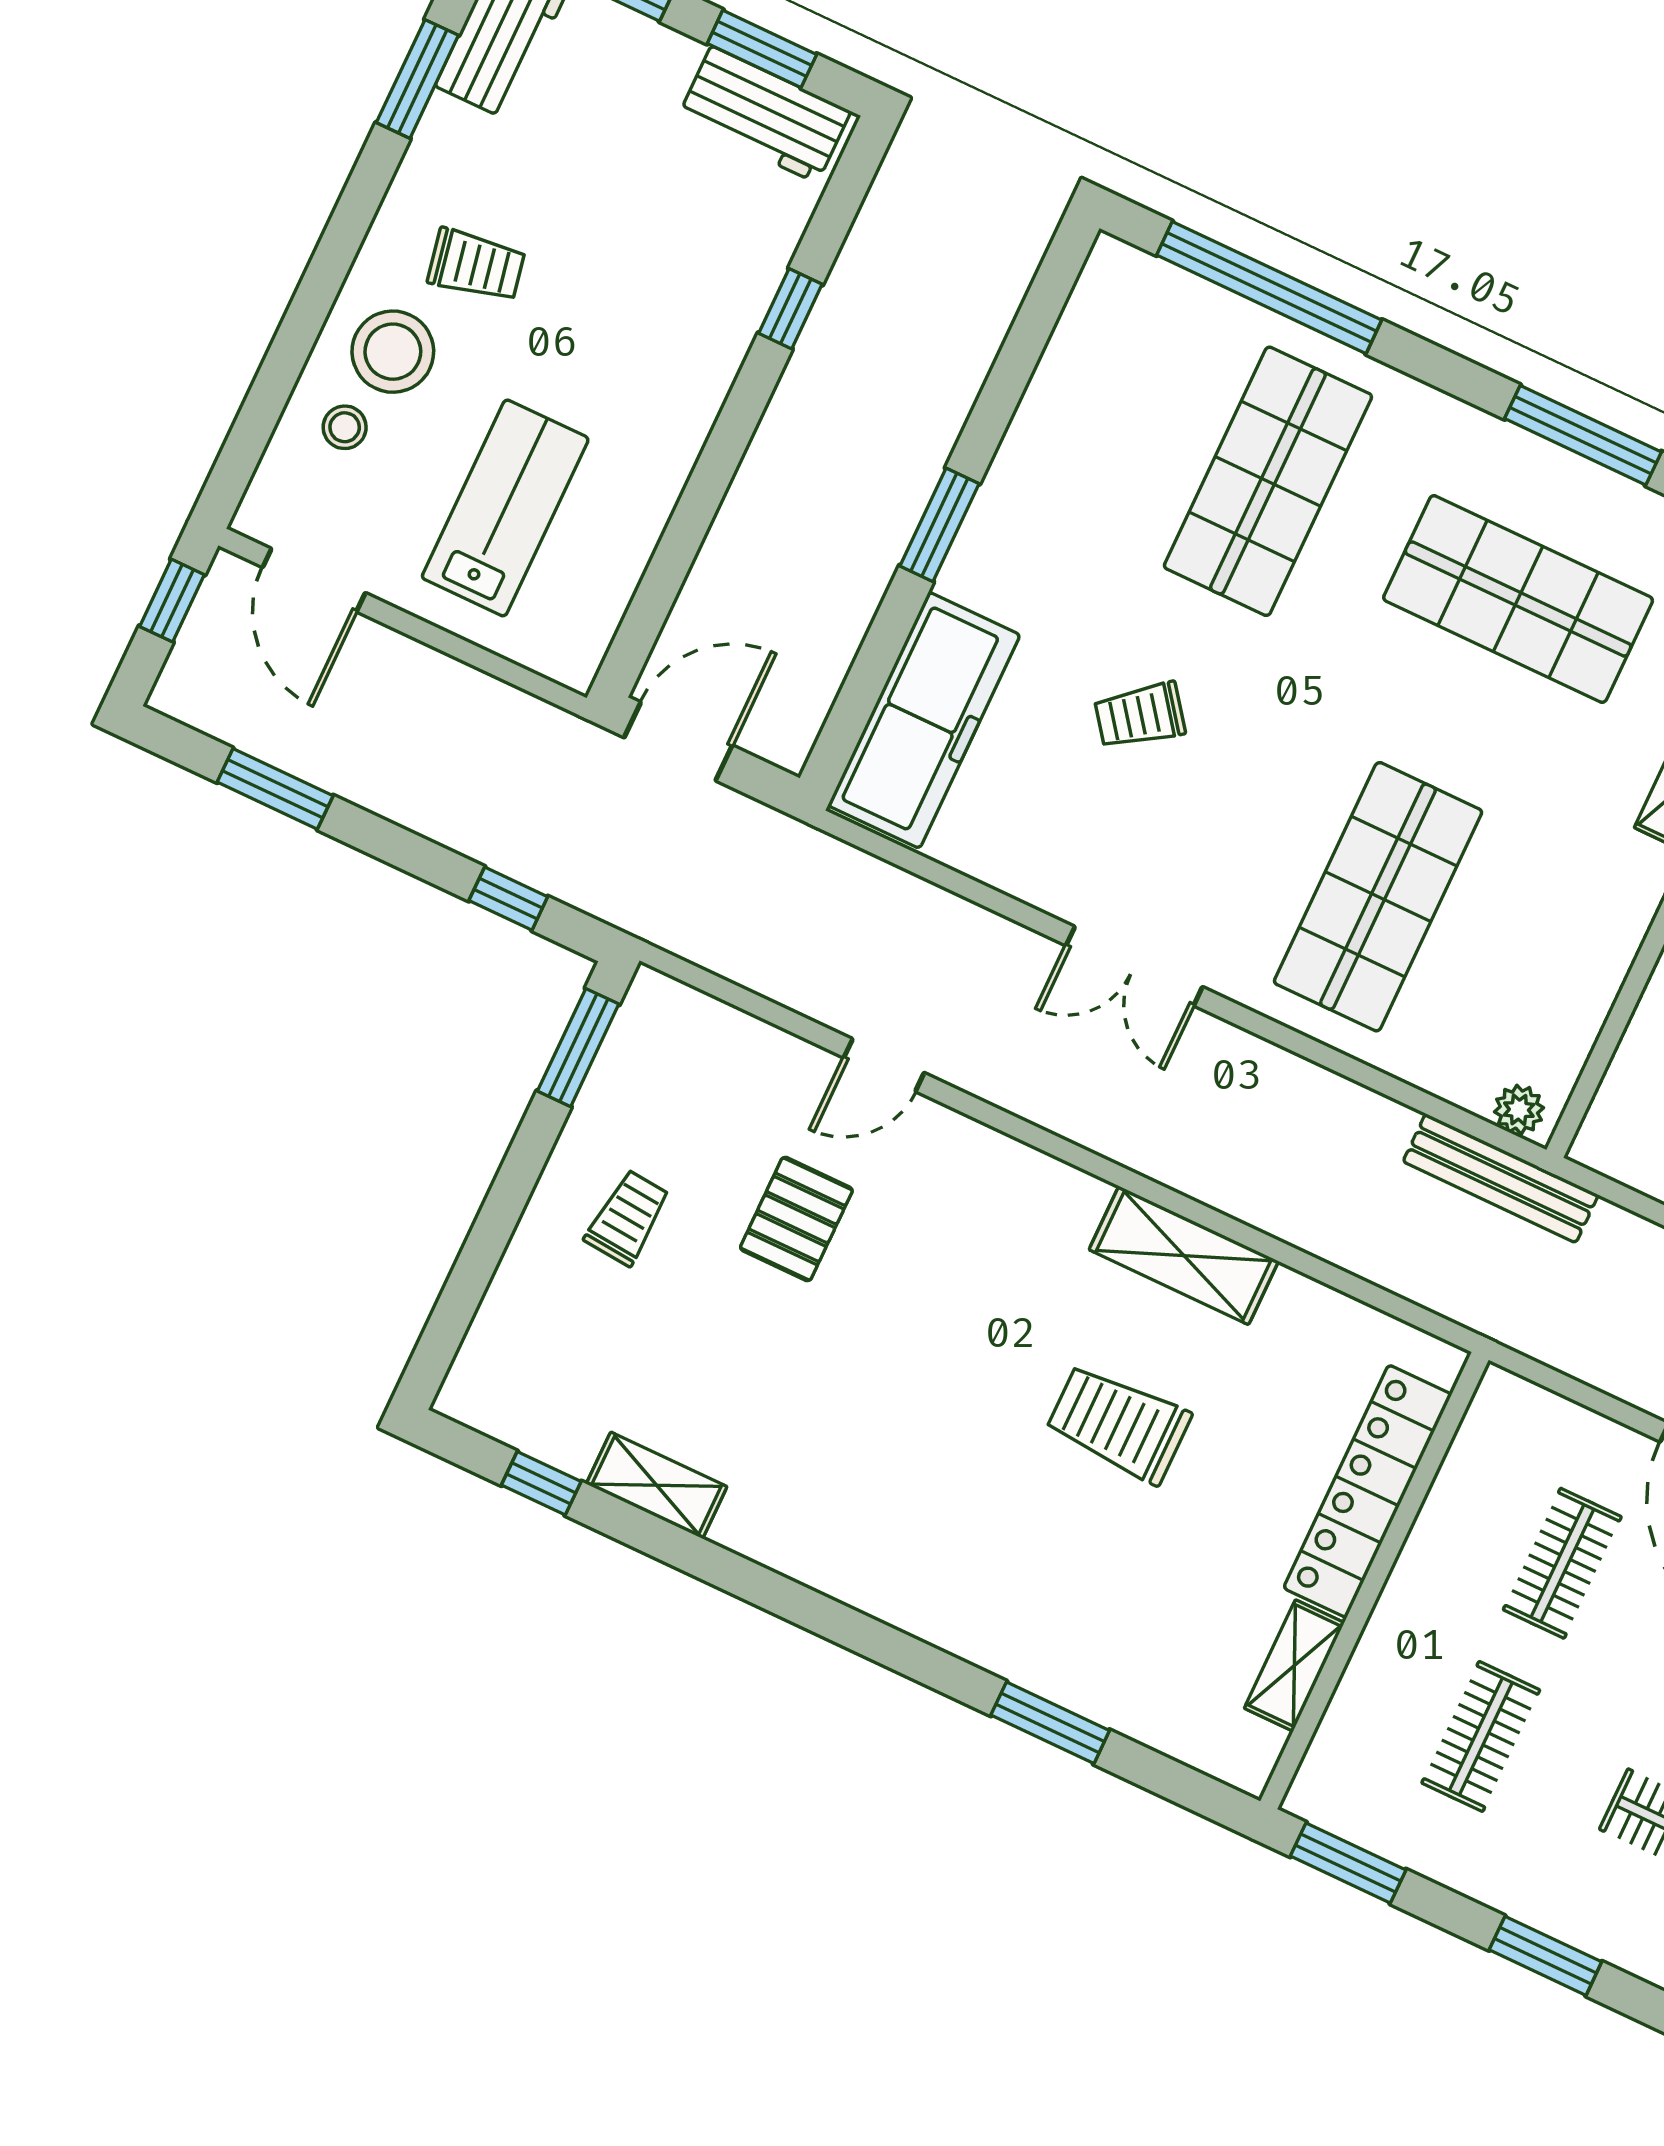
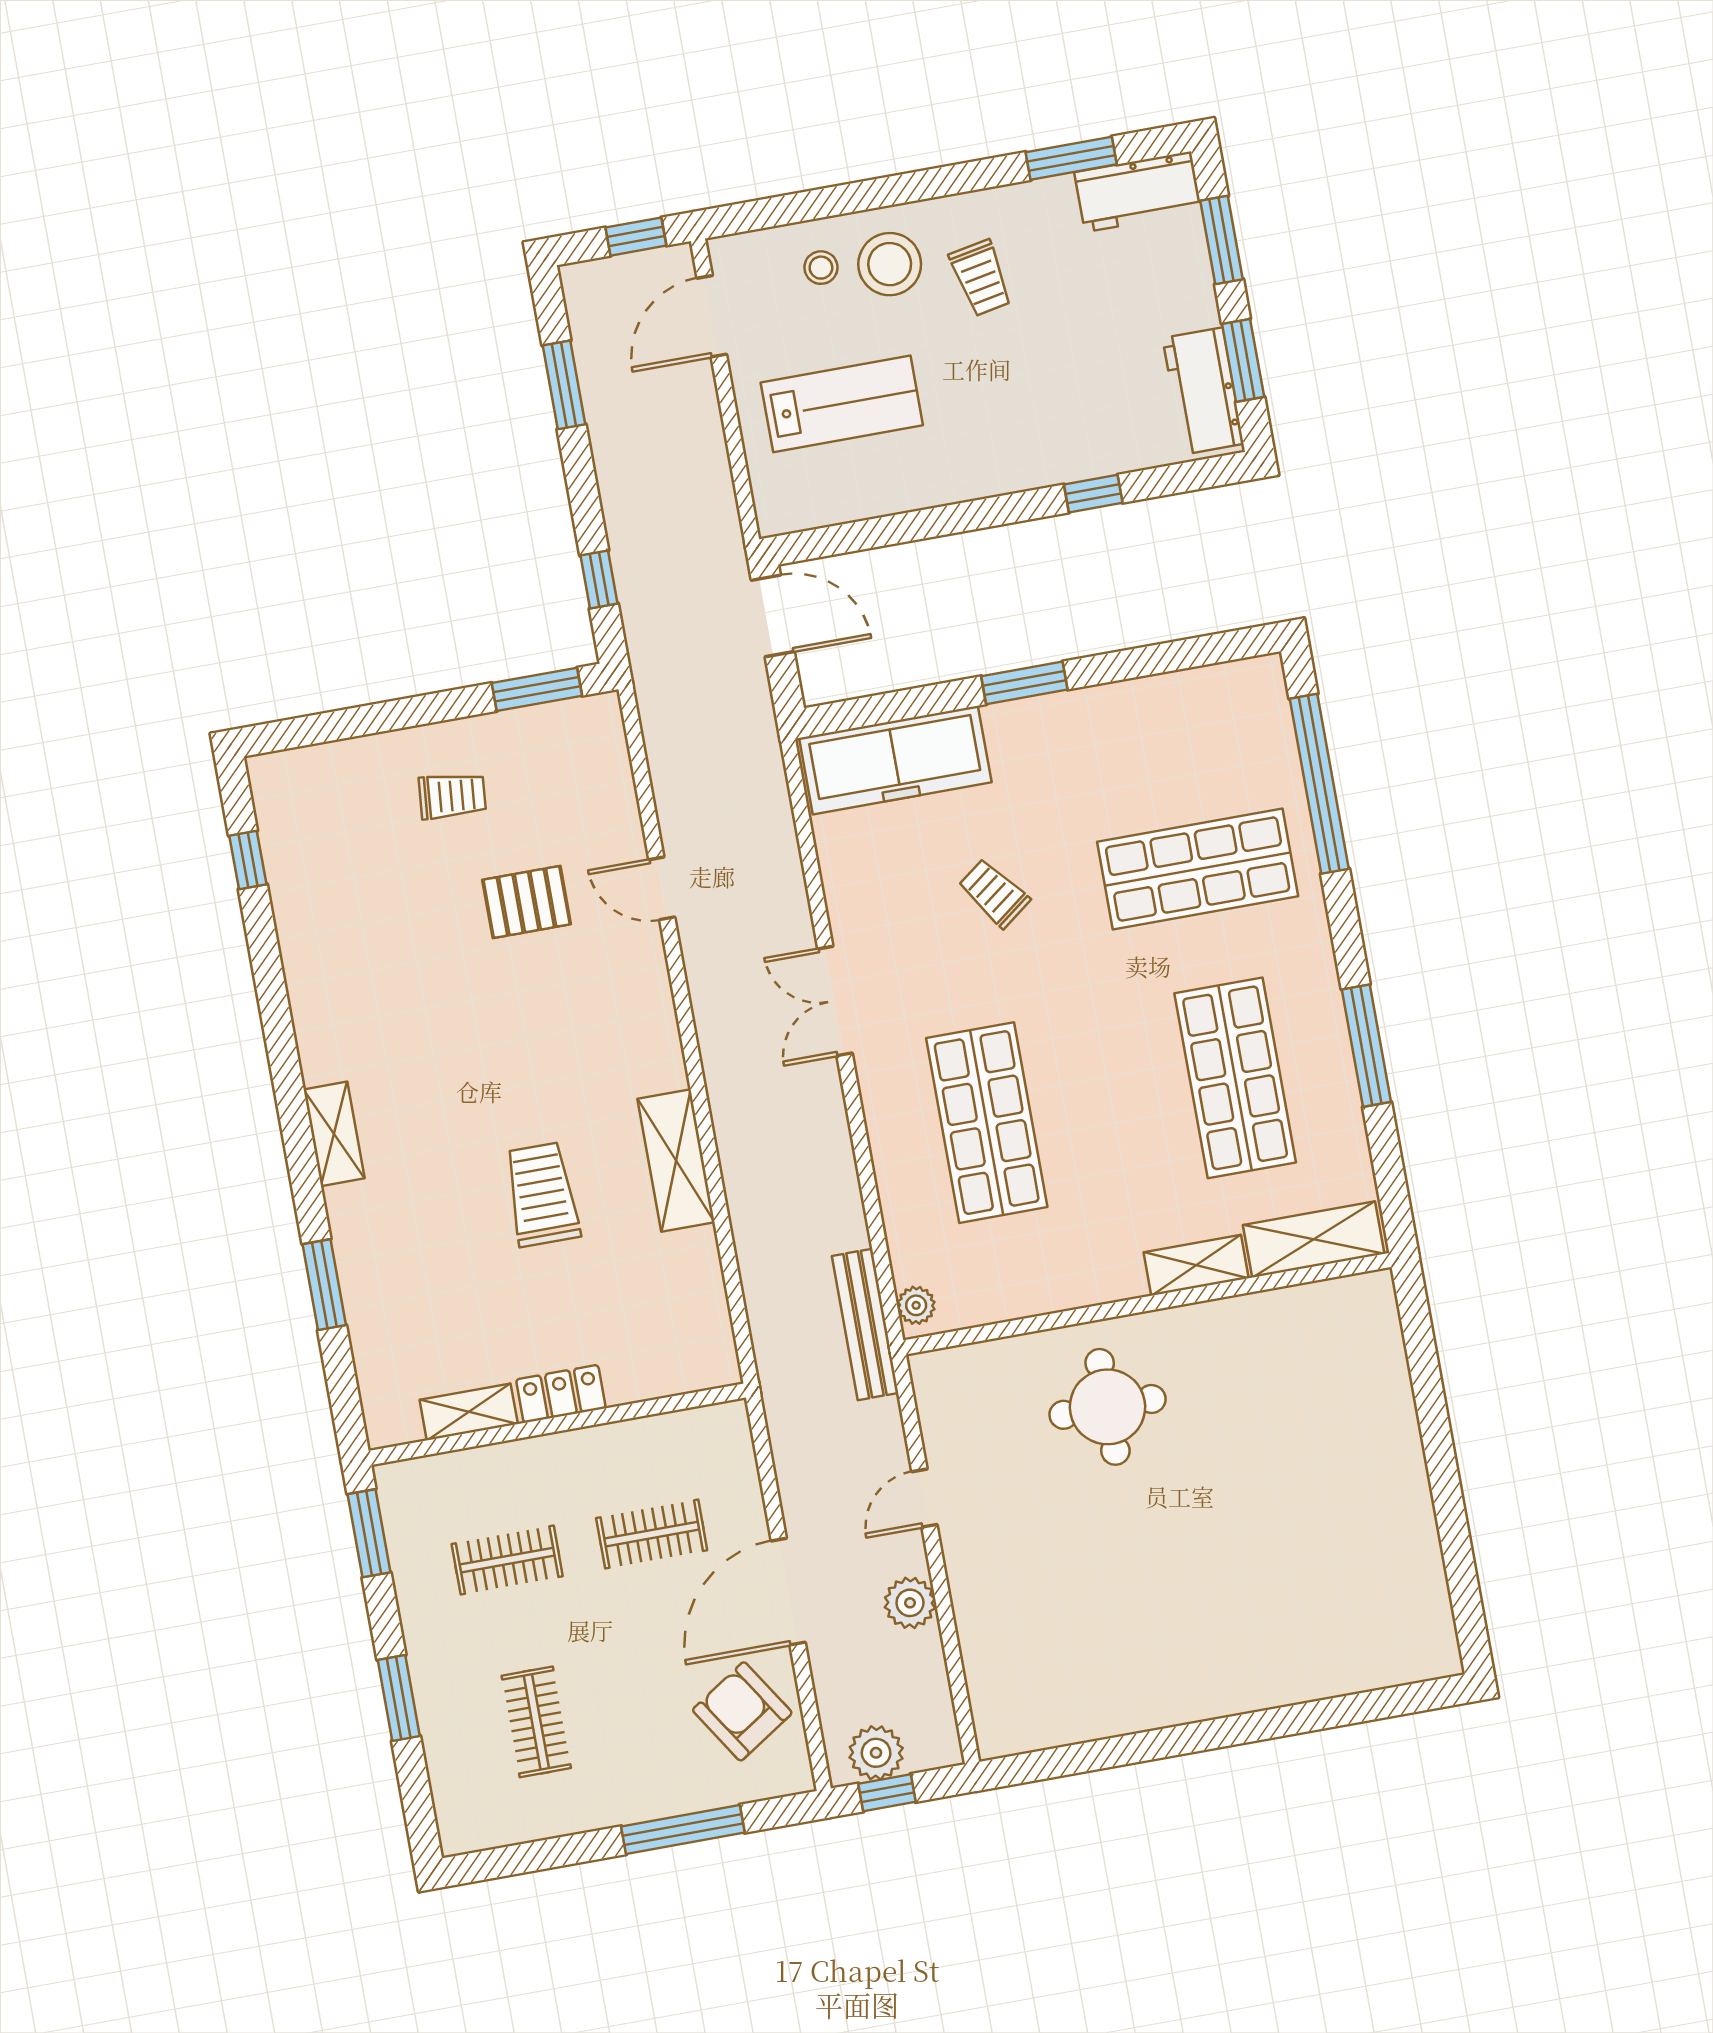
shop shelf: (1378, 897) -> (987, 1123), turned 90
shelving: (657, 1485) -> (334, 1134), moved
locker: (1368, 1491) -> (561, 1394), width x0.46, depth x0.83

